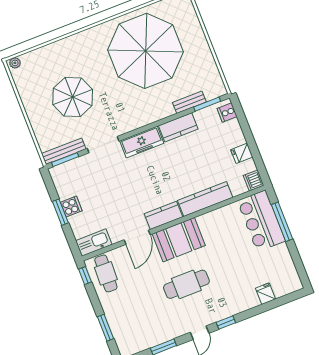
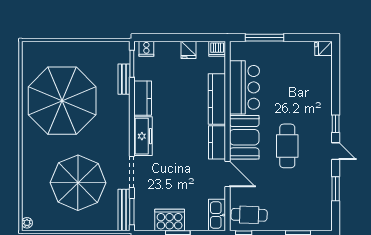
parasol: (73, 97) -> (78, 183), width x1.36, depth x1.36
cooker: (71, 206) -> (170, 220), width x1.87, depth x1.31
bar counter: (261, 221) -> (244, 87), moved, turned -90
fridge: (266, 294) -> (324, 48), moved

